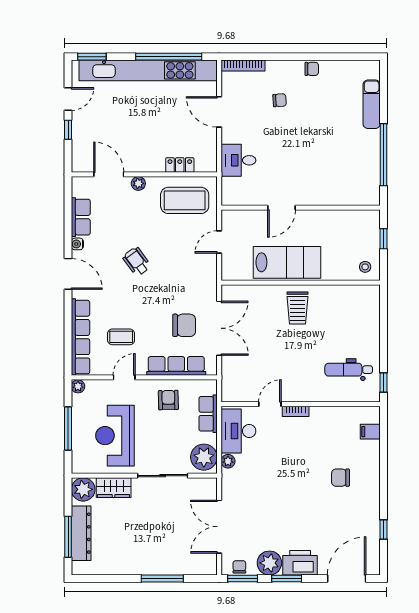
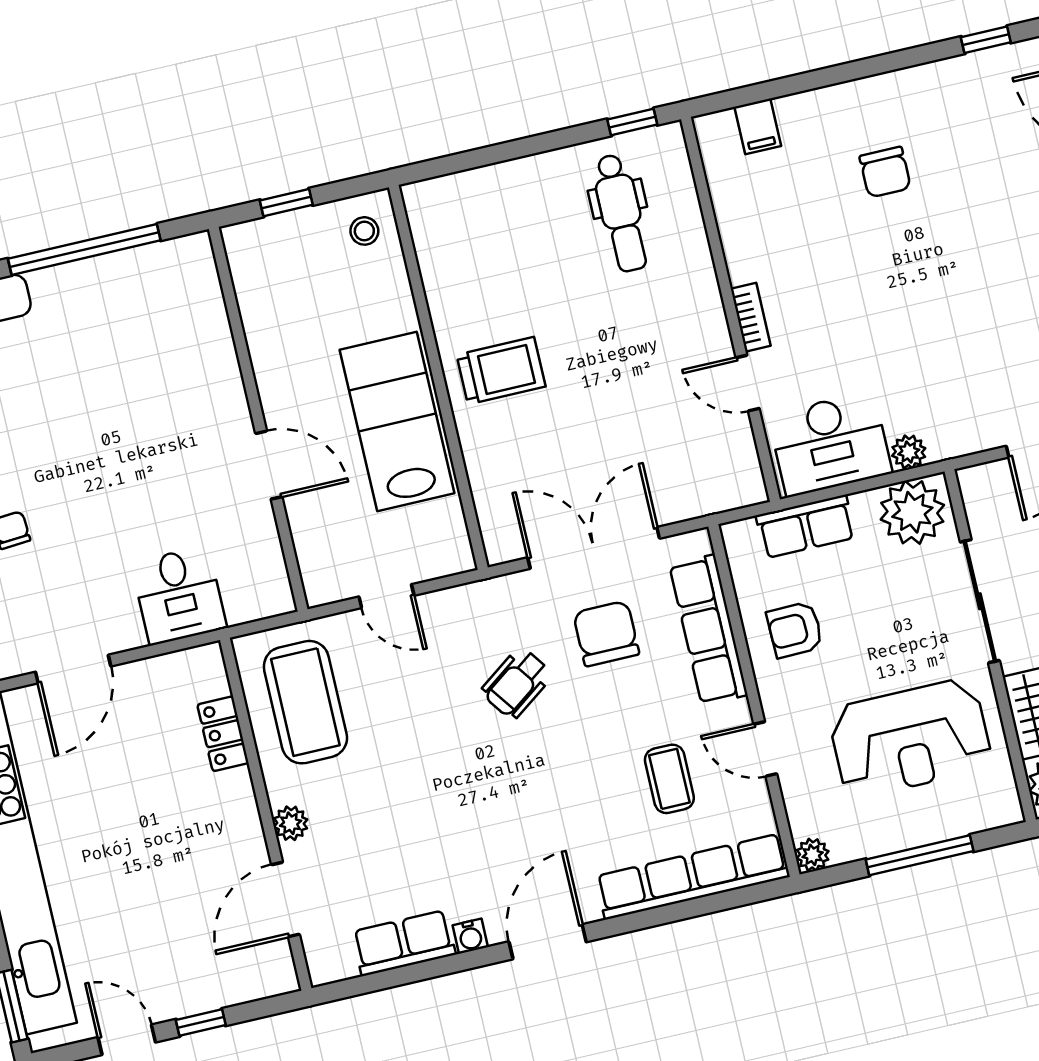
wheelchair: (137, 261) -> (517, 683), moved

